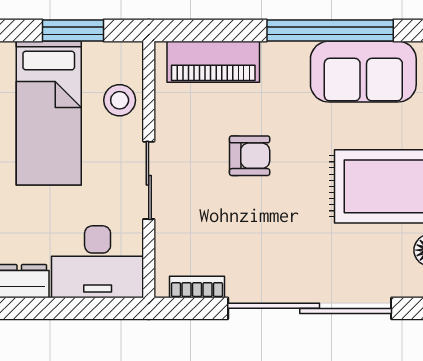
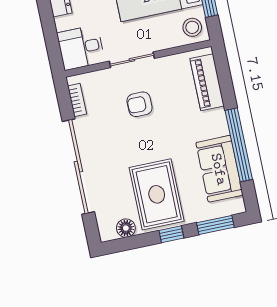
stool: (120, 100) -> (192, 27), moved
armchair: (250, 156) -> (139, 104), moved, turned 90
desk: (98, 262) -> (81, 47), width x0.73

